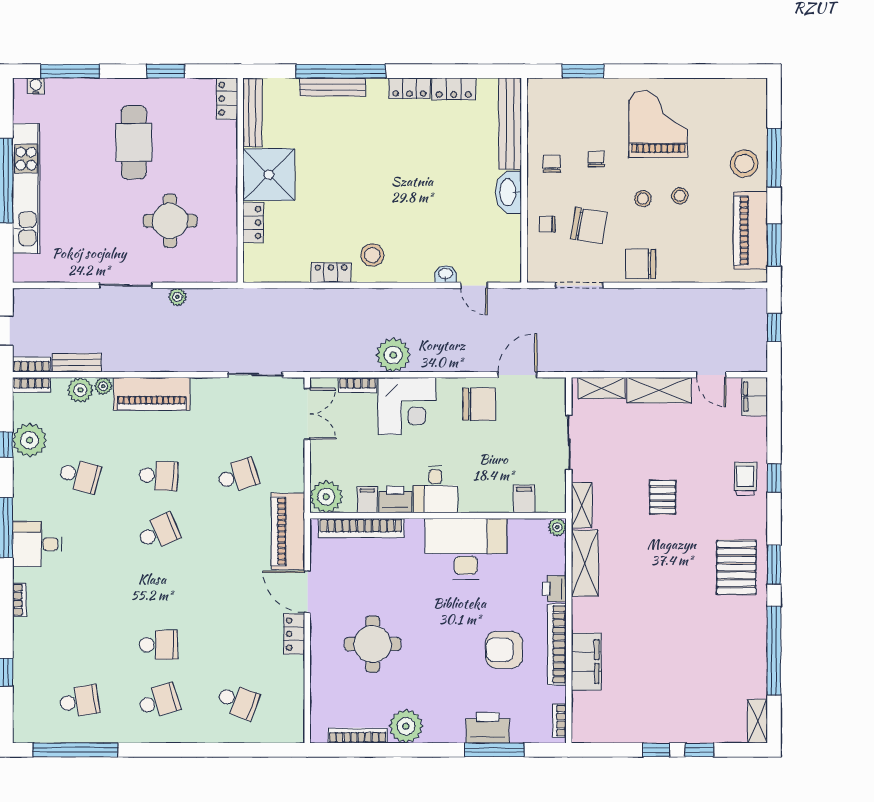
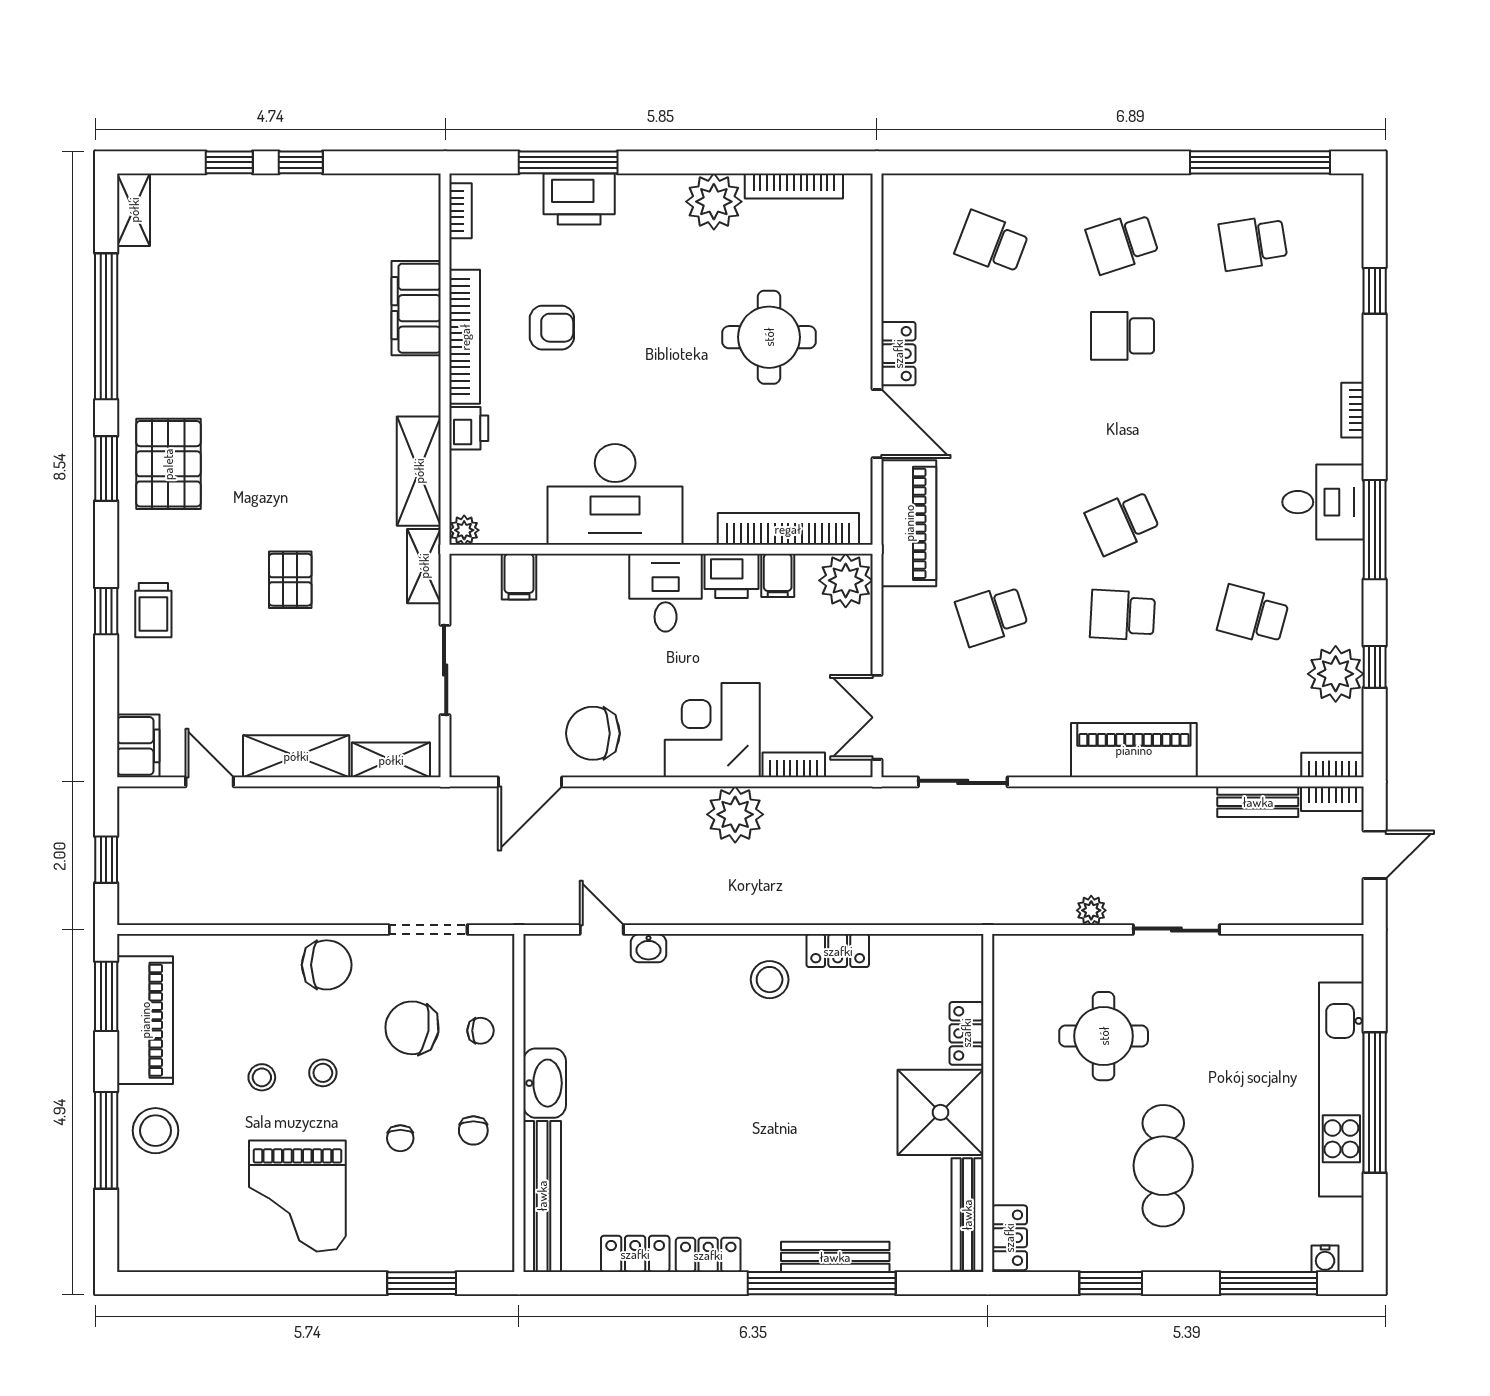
plant: (103, 386) -> (1214, 763), removed
plant: (80, 390) -> (1252, 757), removed
armchair: (504, 650) -> (552, 328), width x0.72, depth x0.72

